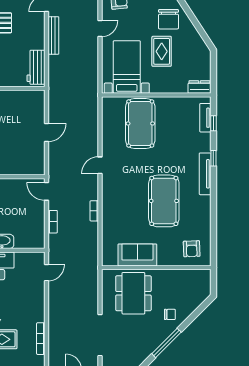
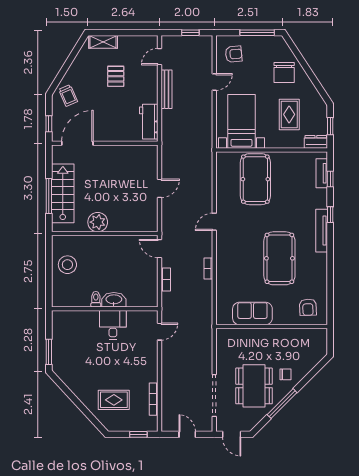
rug: (162, 51) -> (289, 114), moved
window: (213, 72) -> (330, 126), added
dining table: (133, 293) -> (254, 386), moved

